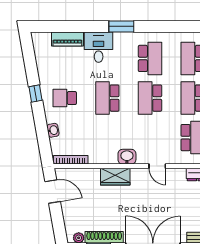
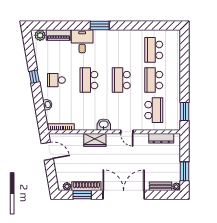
plant: (43, 39) -> (40, 35), added
school desk: (150, 58) -> (121, 50), removed

